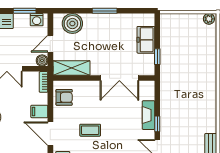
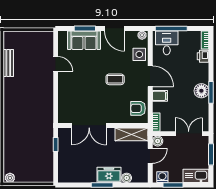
boiler: (72, 24) -> (127, 178), width x0.54, depth x0.54
freezer: (146, 40) -> (109, 175), moved, turned -90
double door: (119, 78) -> (89, 125), swing flipped
fireplace: (149, 115) -> (63, 93), removed
window: (157, 124) -> (56, 85), removed

